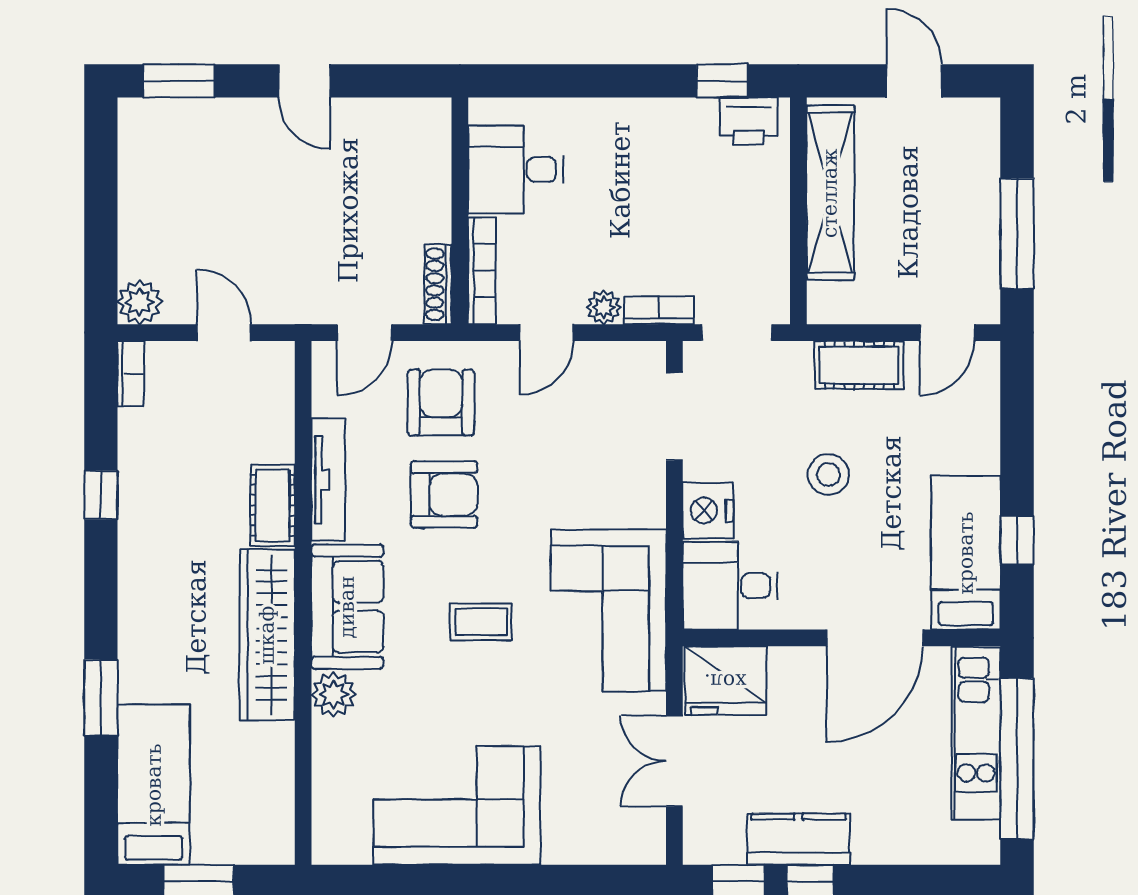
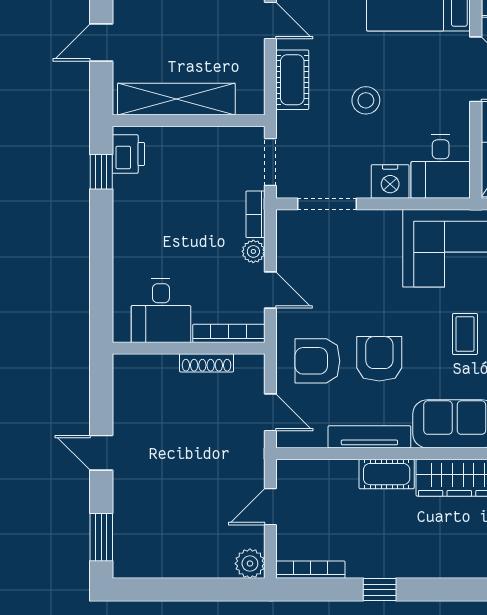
door: (304, 81) -> (101, 453), swing flipped
shoe rack: (438, 284) -> (207, 363), moved
bookcase: (131, 374) -> (310, 570), width x1.56

